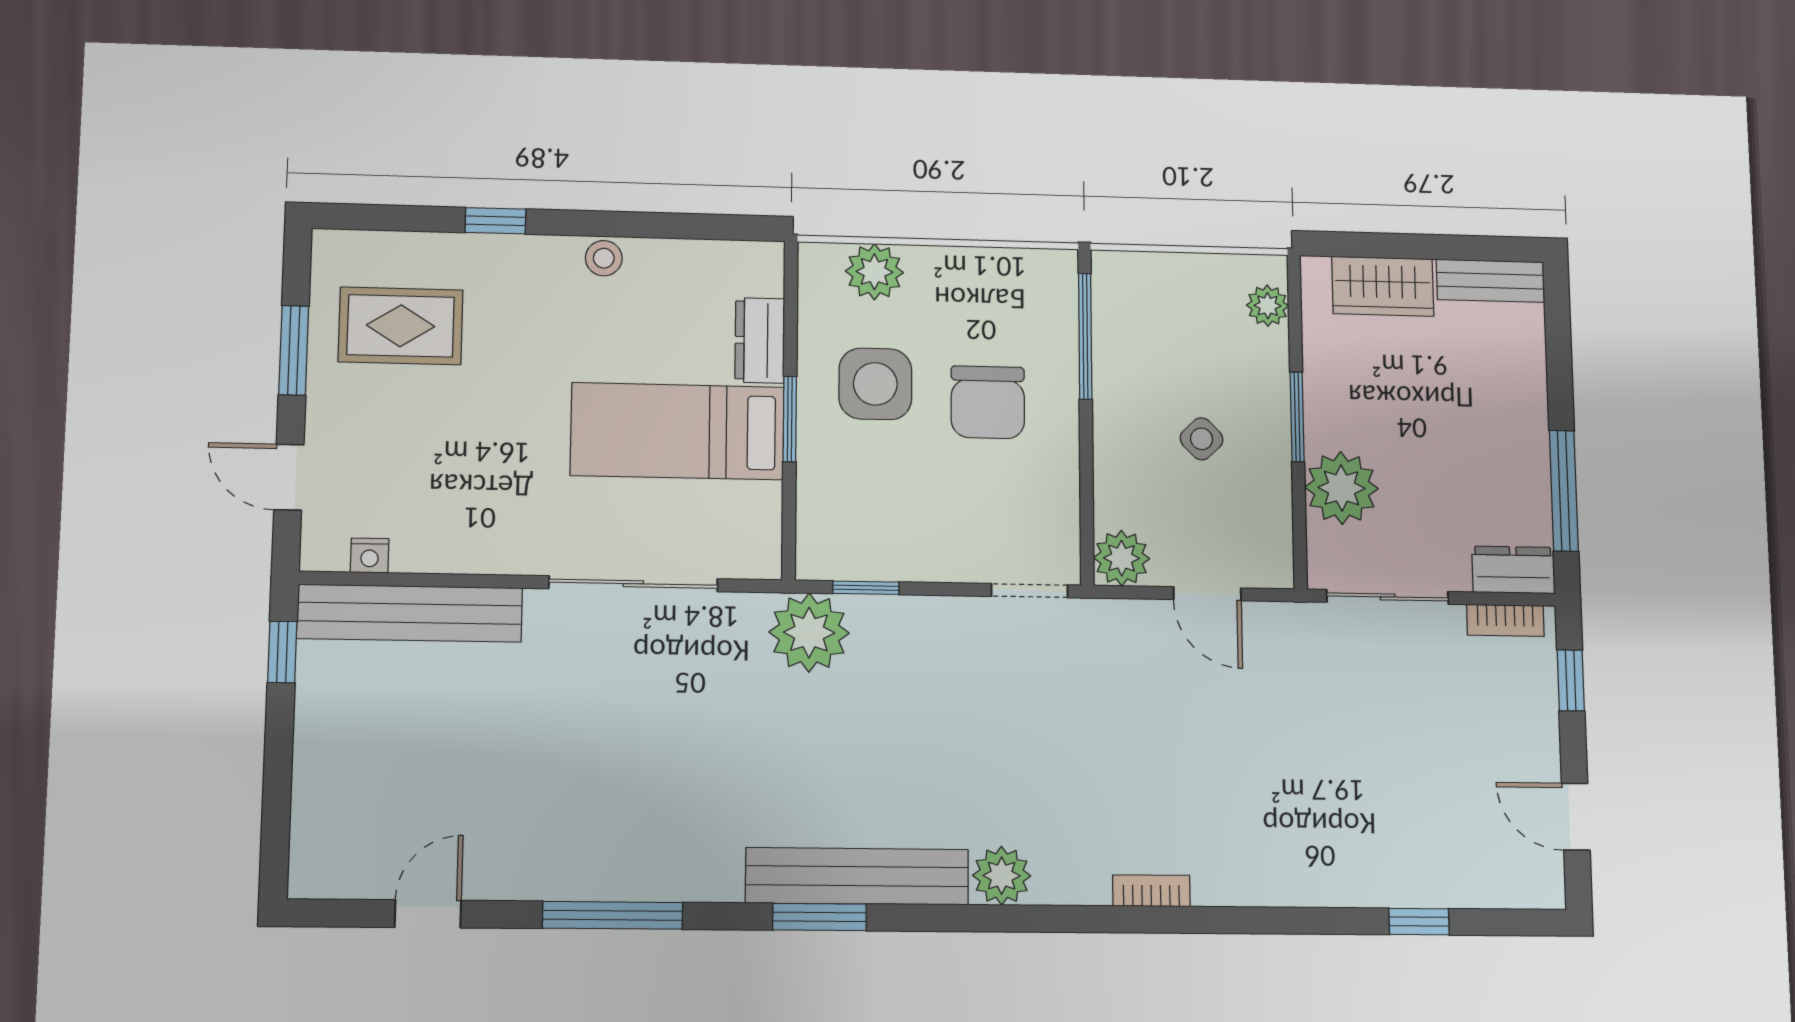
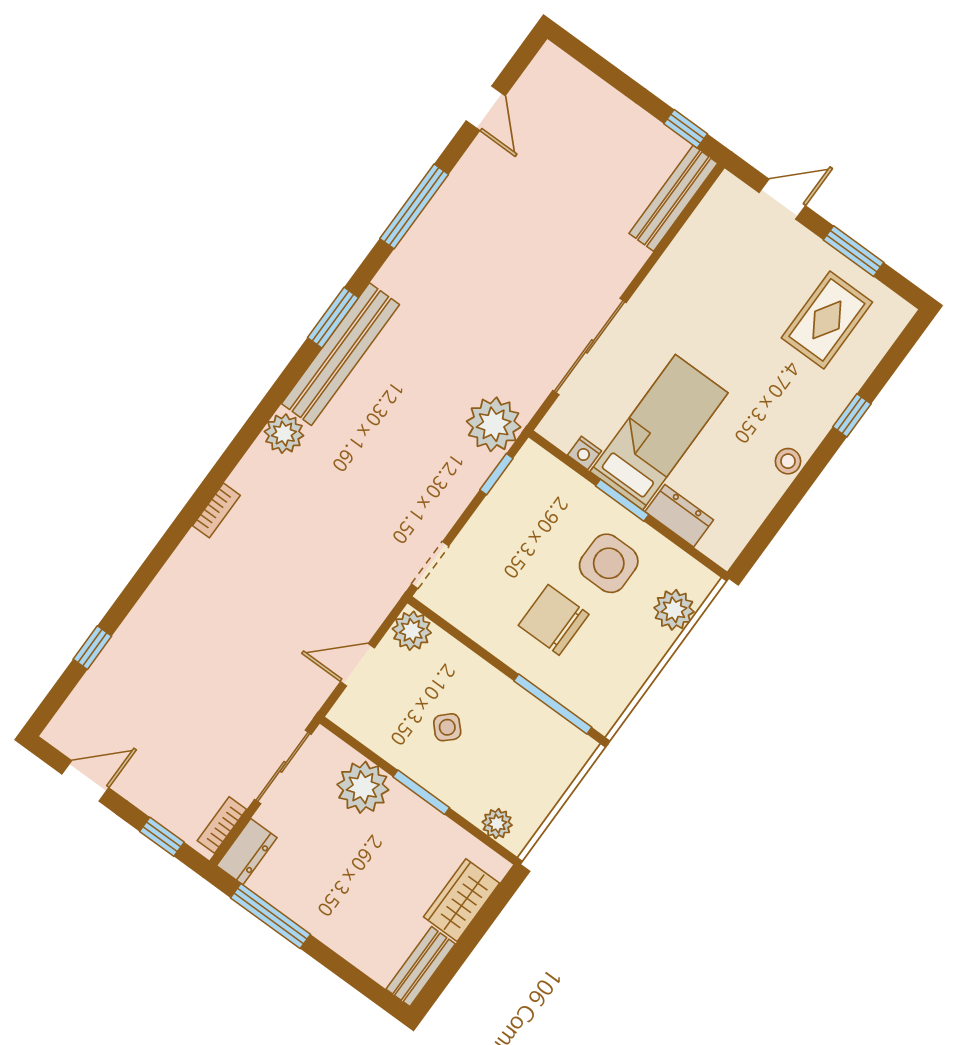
nightstand: (370, 556) -> (585, 453), moved, turned -90
bench: (410, 613) -> (673, 198), width x0.73, depth x0.82

